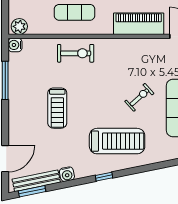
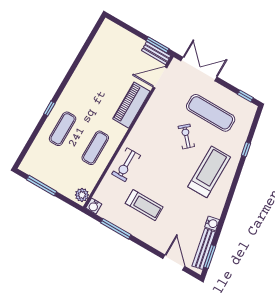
exercise bike: (76, 53) -> (126, 165), turned 180
treadmill: (57, 108) -> (144, 205), moved
window: (104, 177) -> (246, 149), moved

